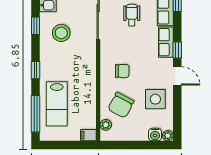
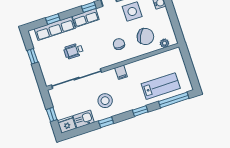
filing cabinet: (88, 135) -> (121, 72), moved

